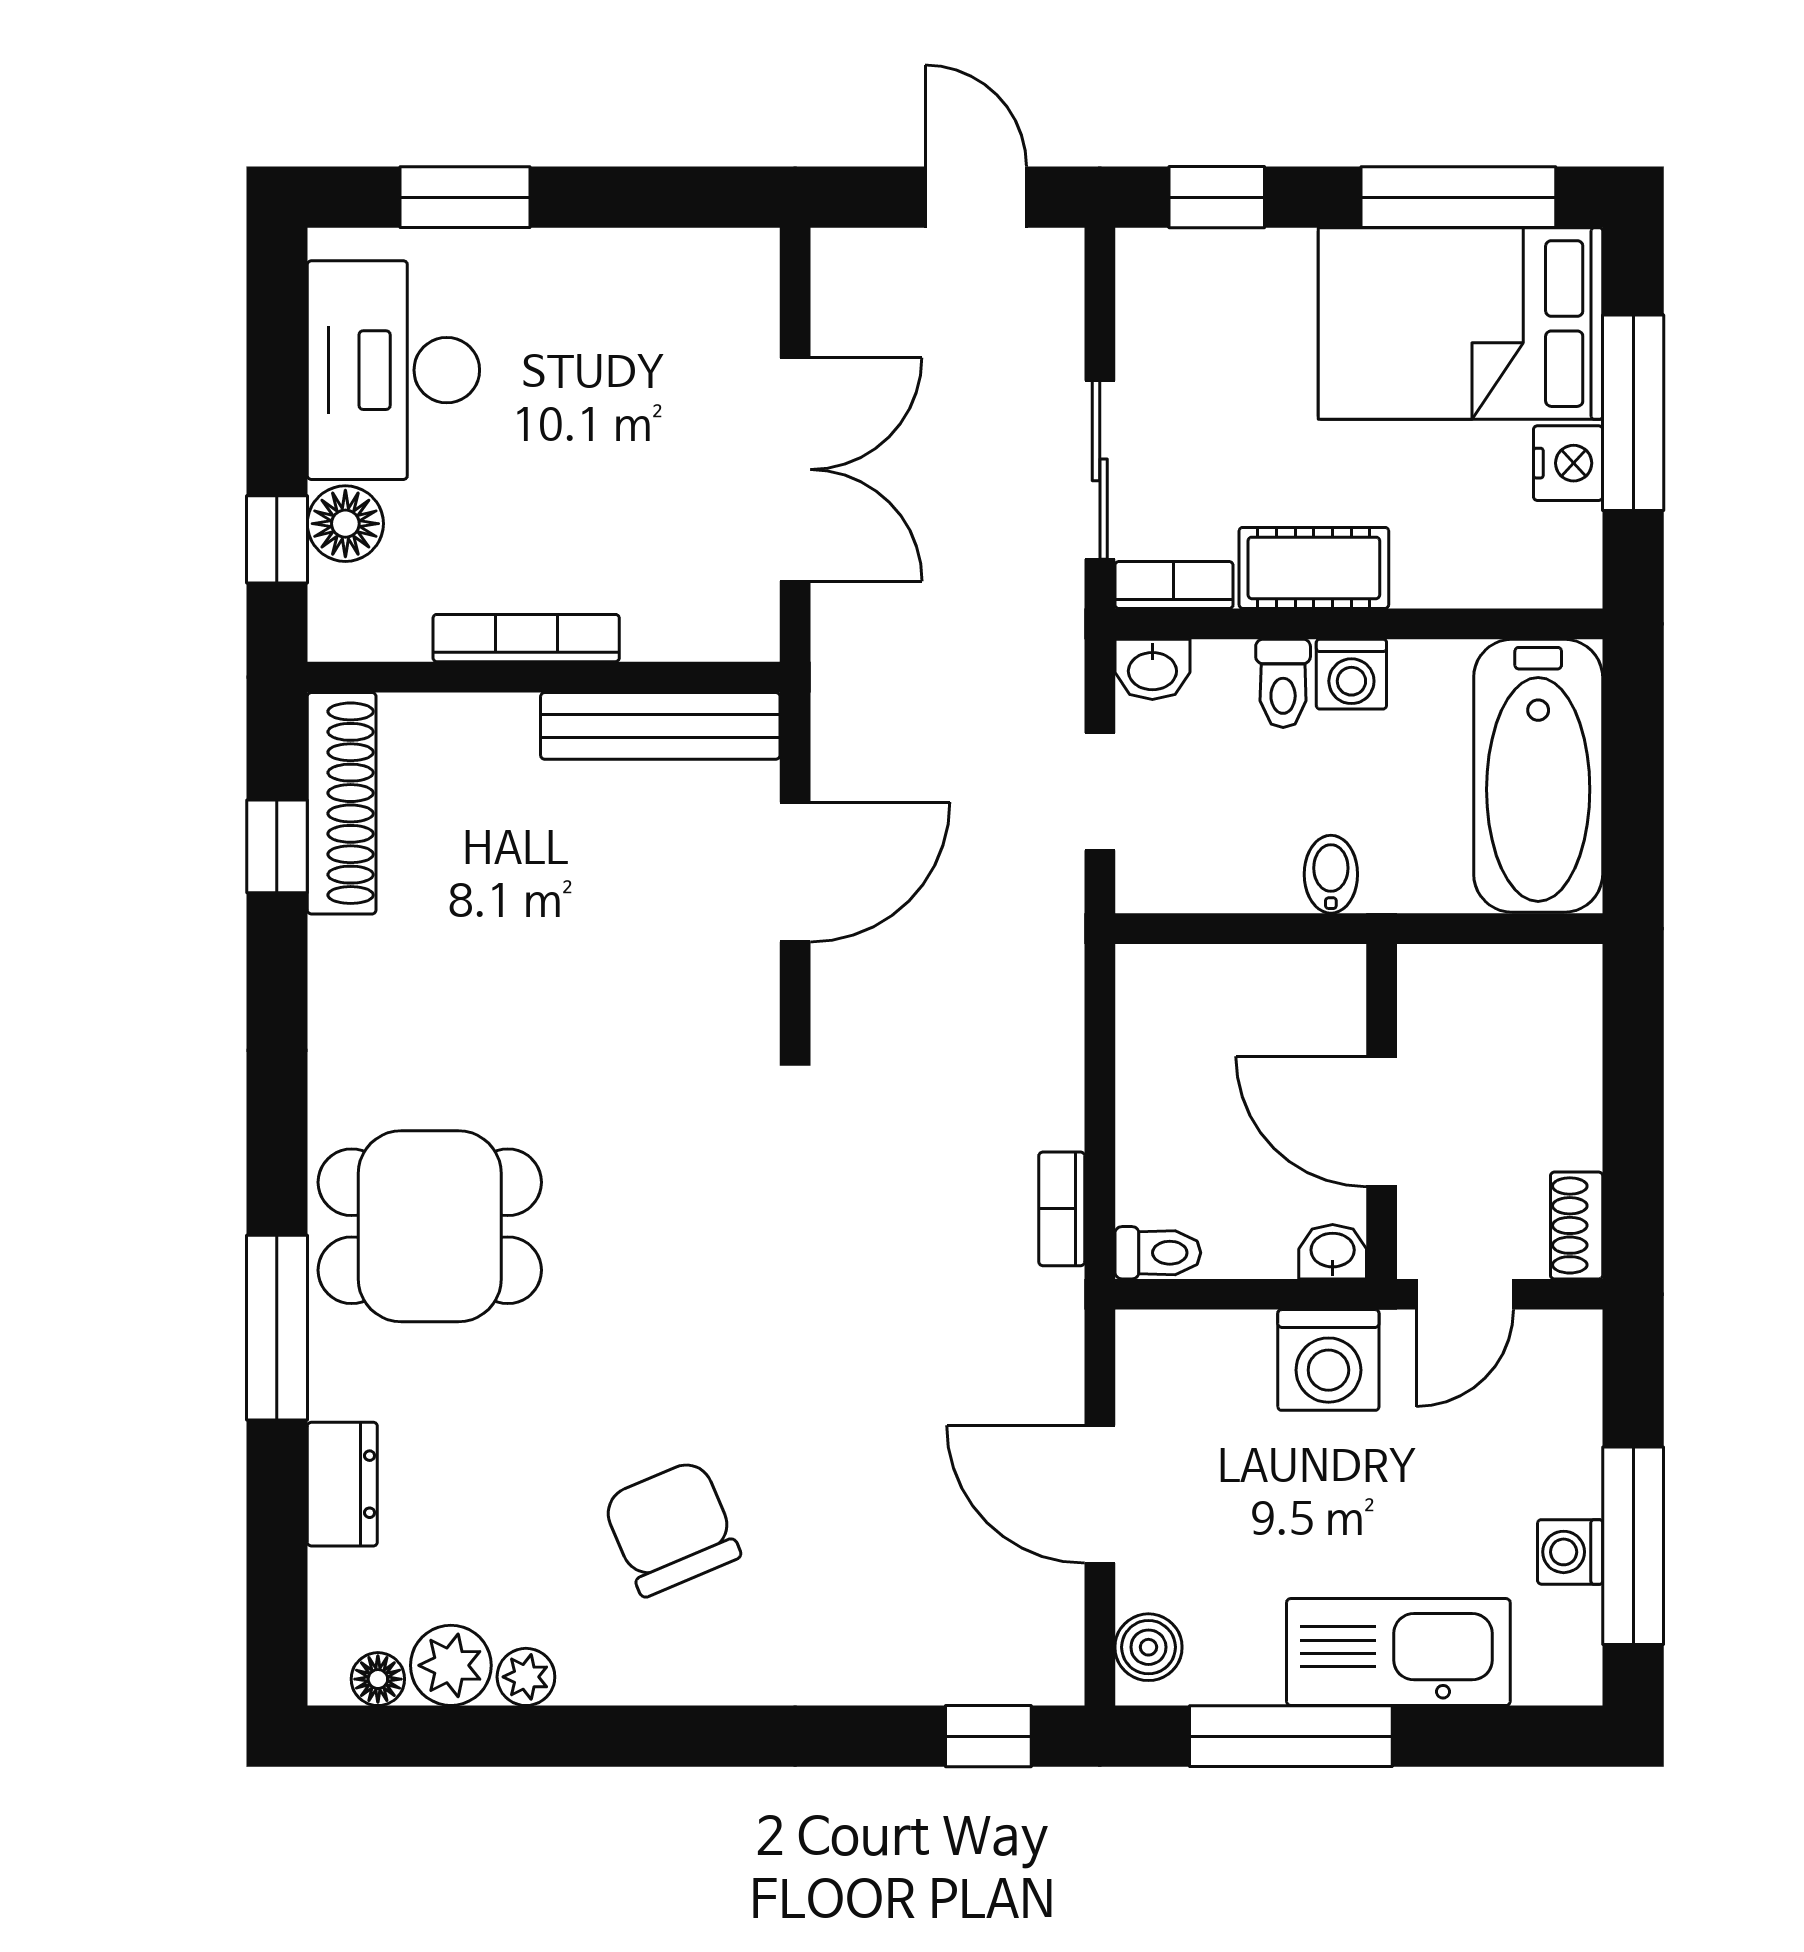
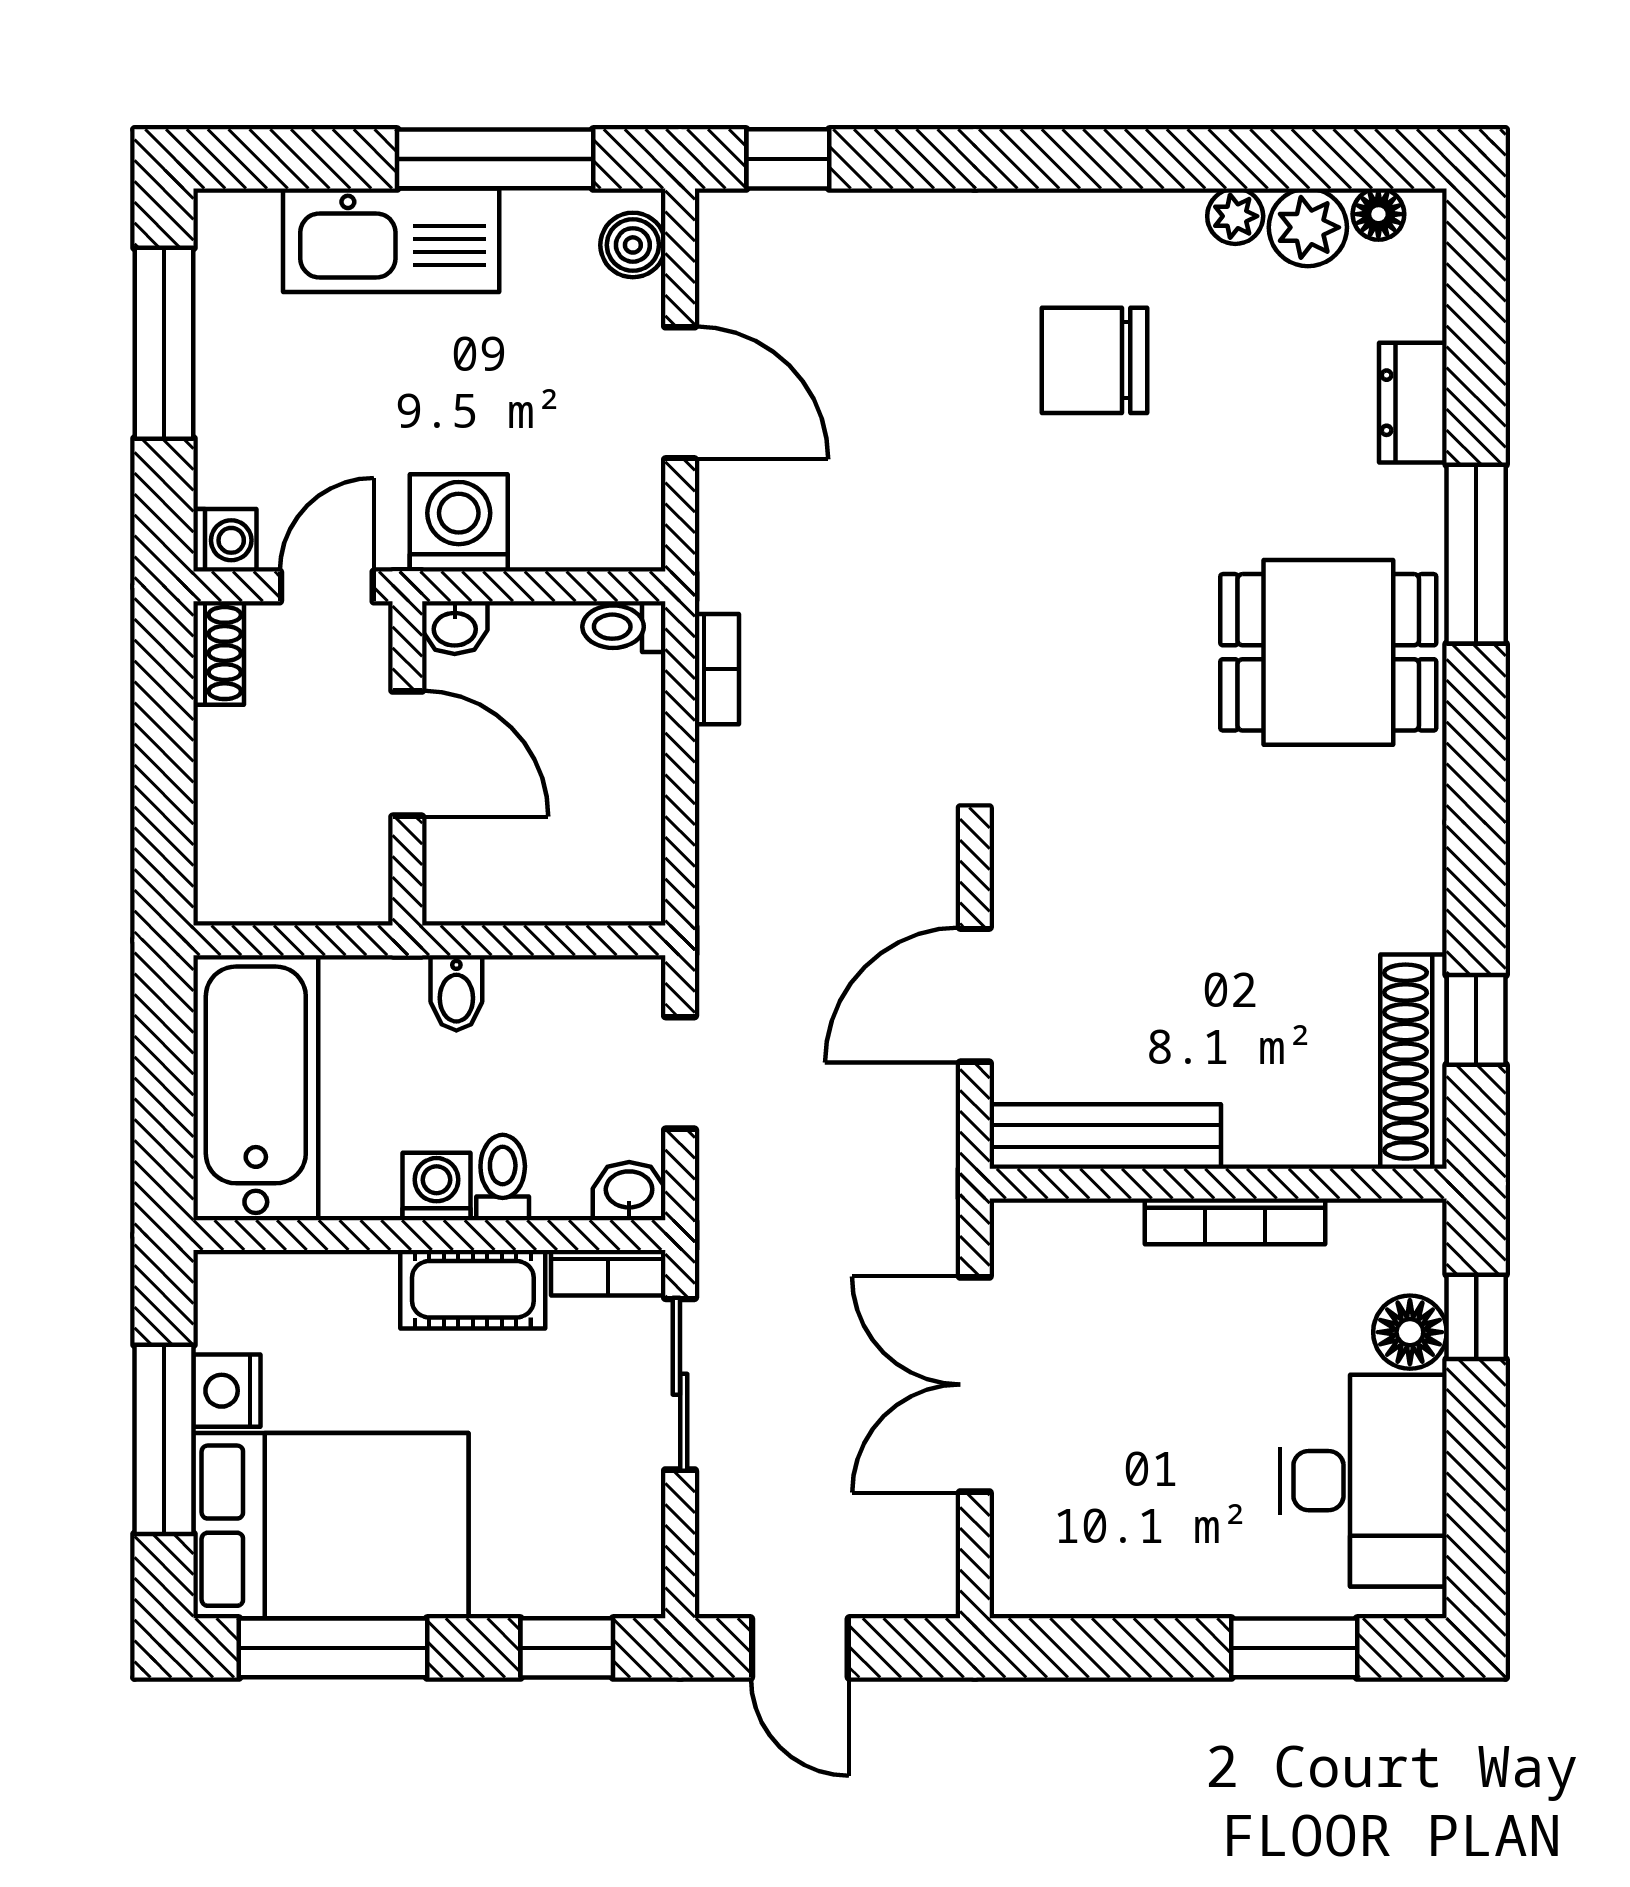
chair: (671, 1528) -> (1095, 360), turned 113
washing machine: (1570, 1552) -> (225, 540), moved

